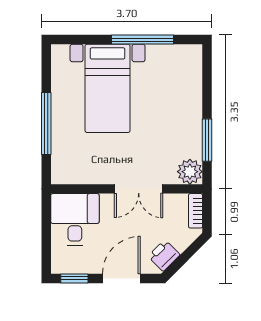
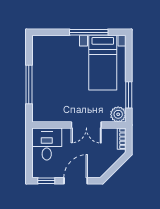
bed with nightstands: (108, 88) -> (103, 63), moved
printer: (164, 255) -> (102, 166), removed

